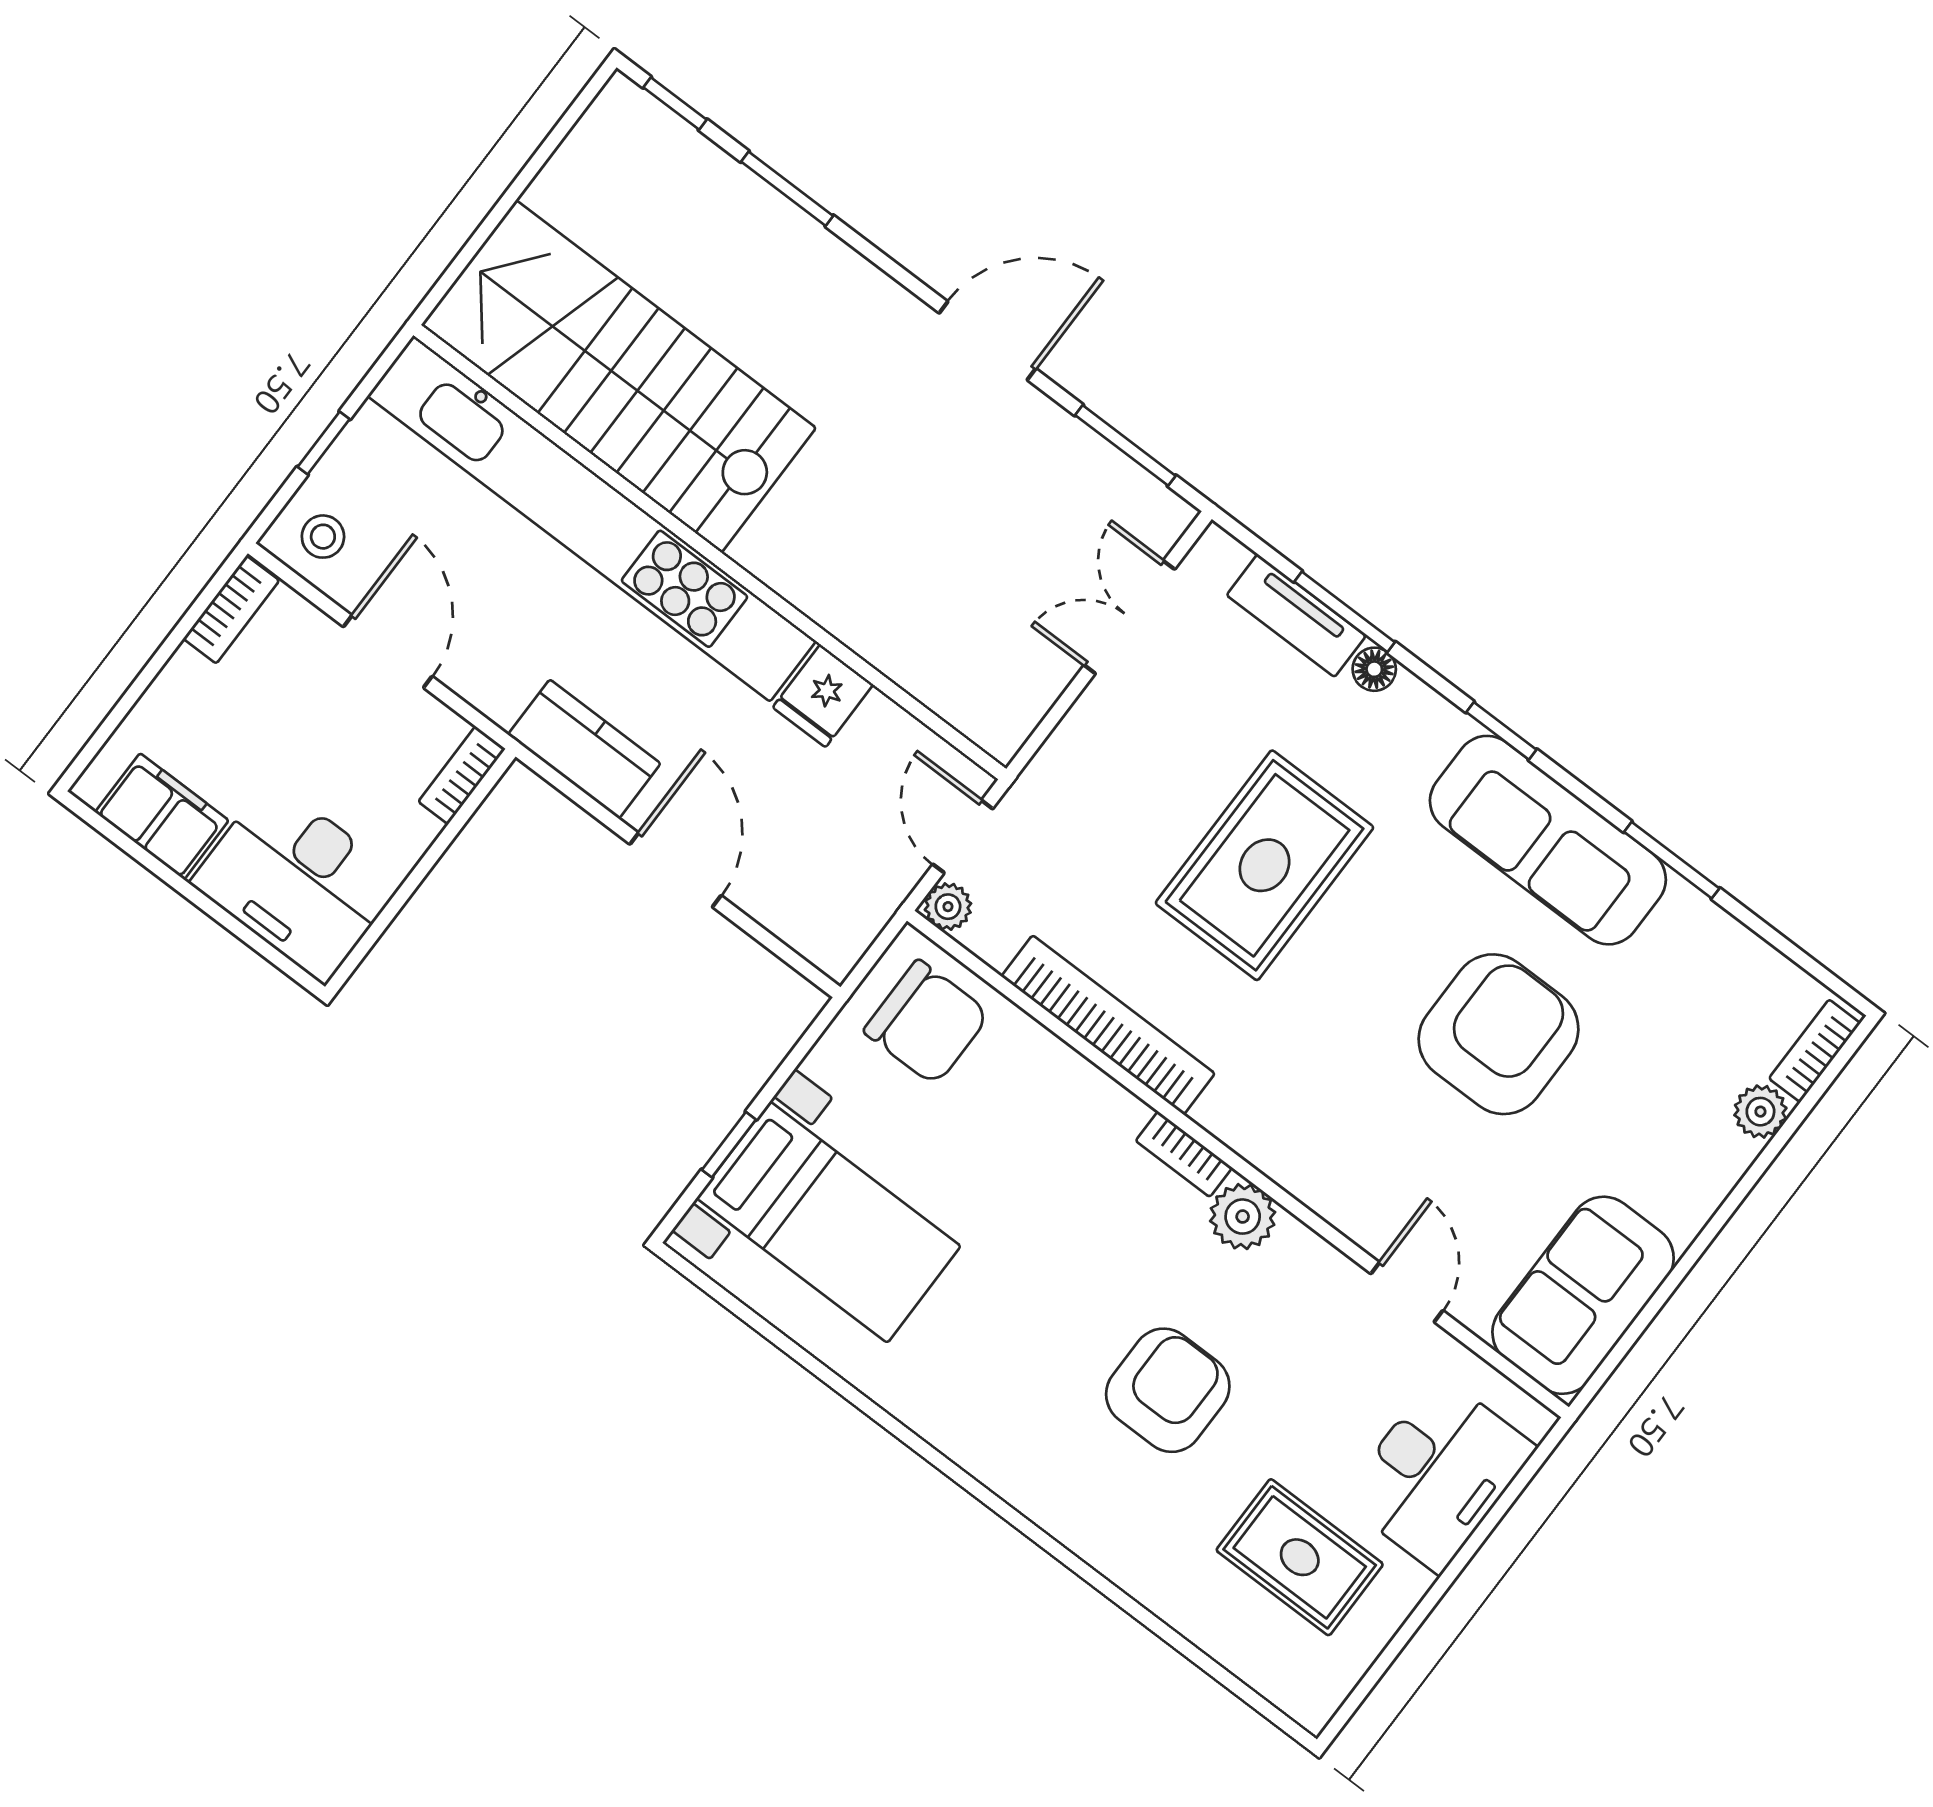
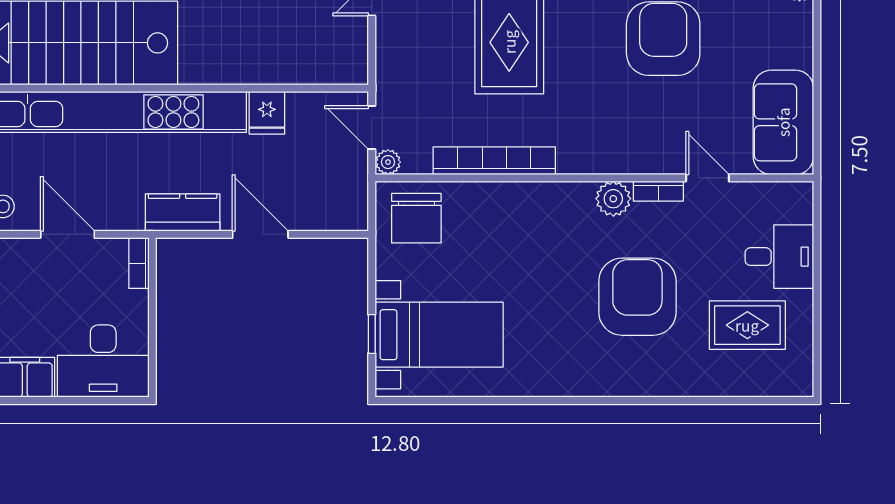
chair: (927, 1023) -> (416, 218), turned 90
bookcase: (1184, 1154) -> (658, 191), moved
armchair: (1168, 1390) -> (637, 297), width x1.36, depth x1.36
desk: (1438, 1473) -> (779, 257), width x0.73

